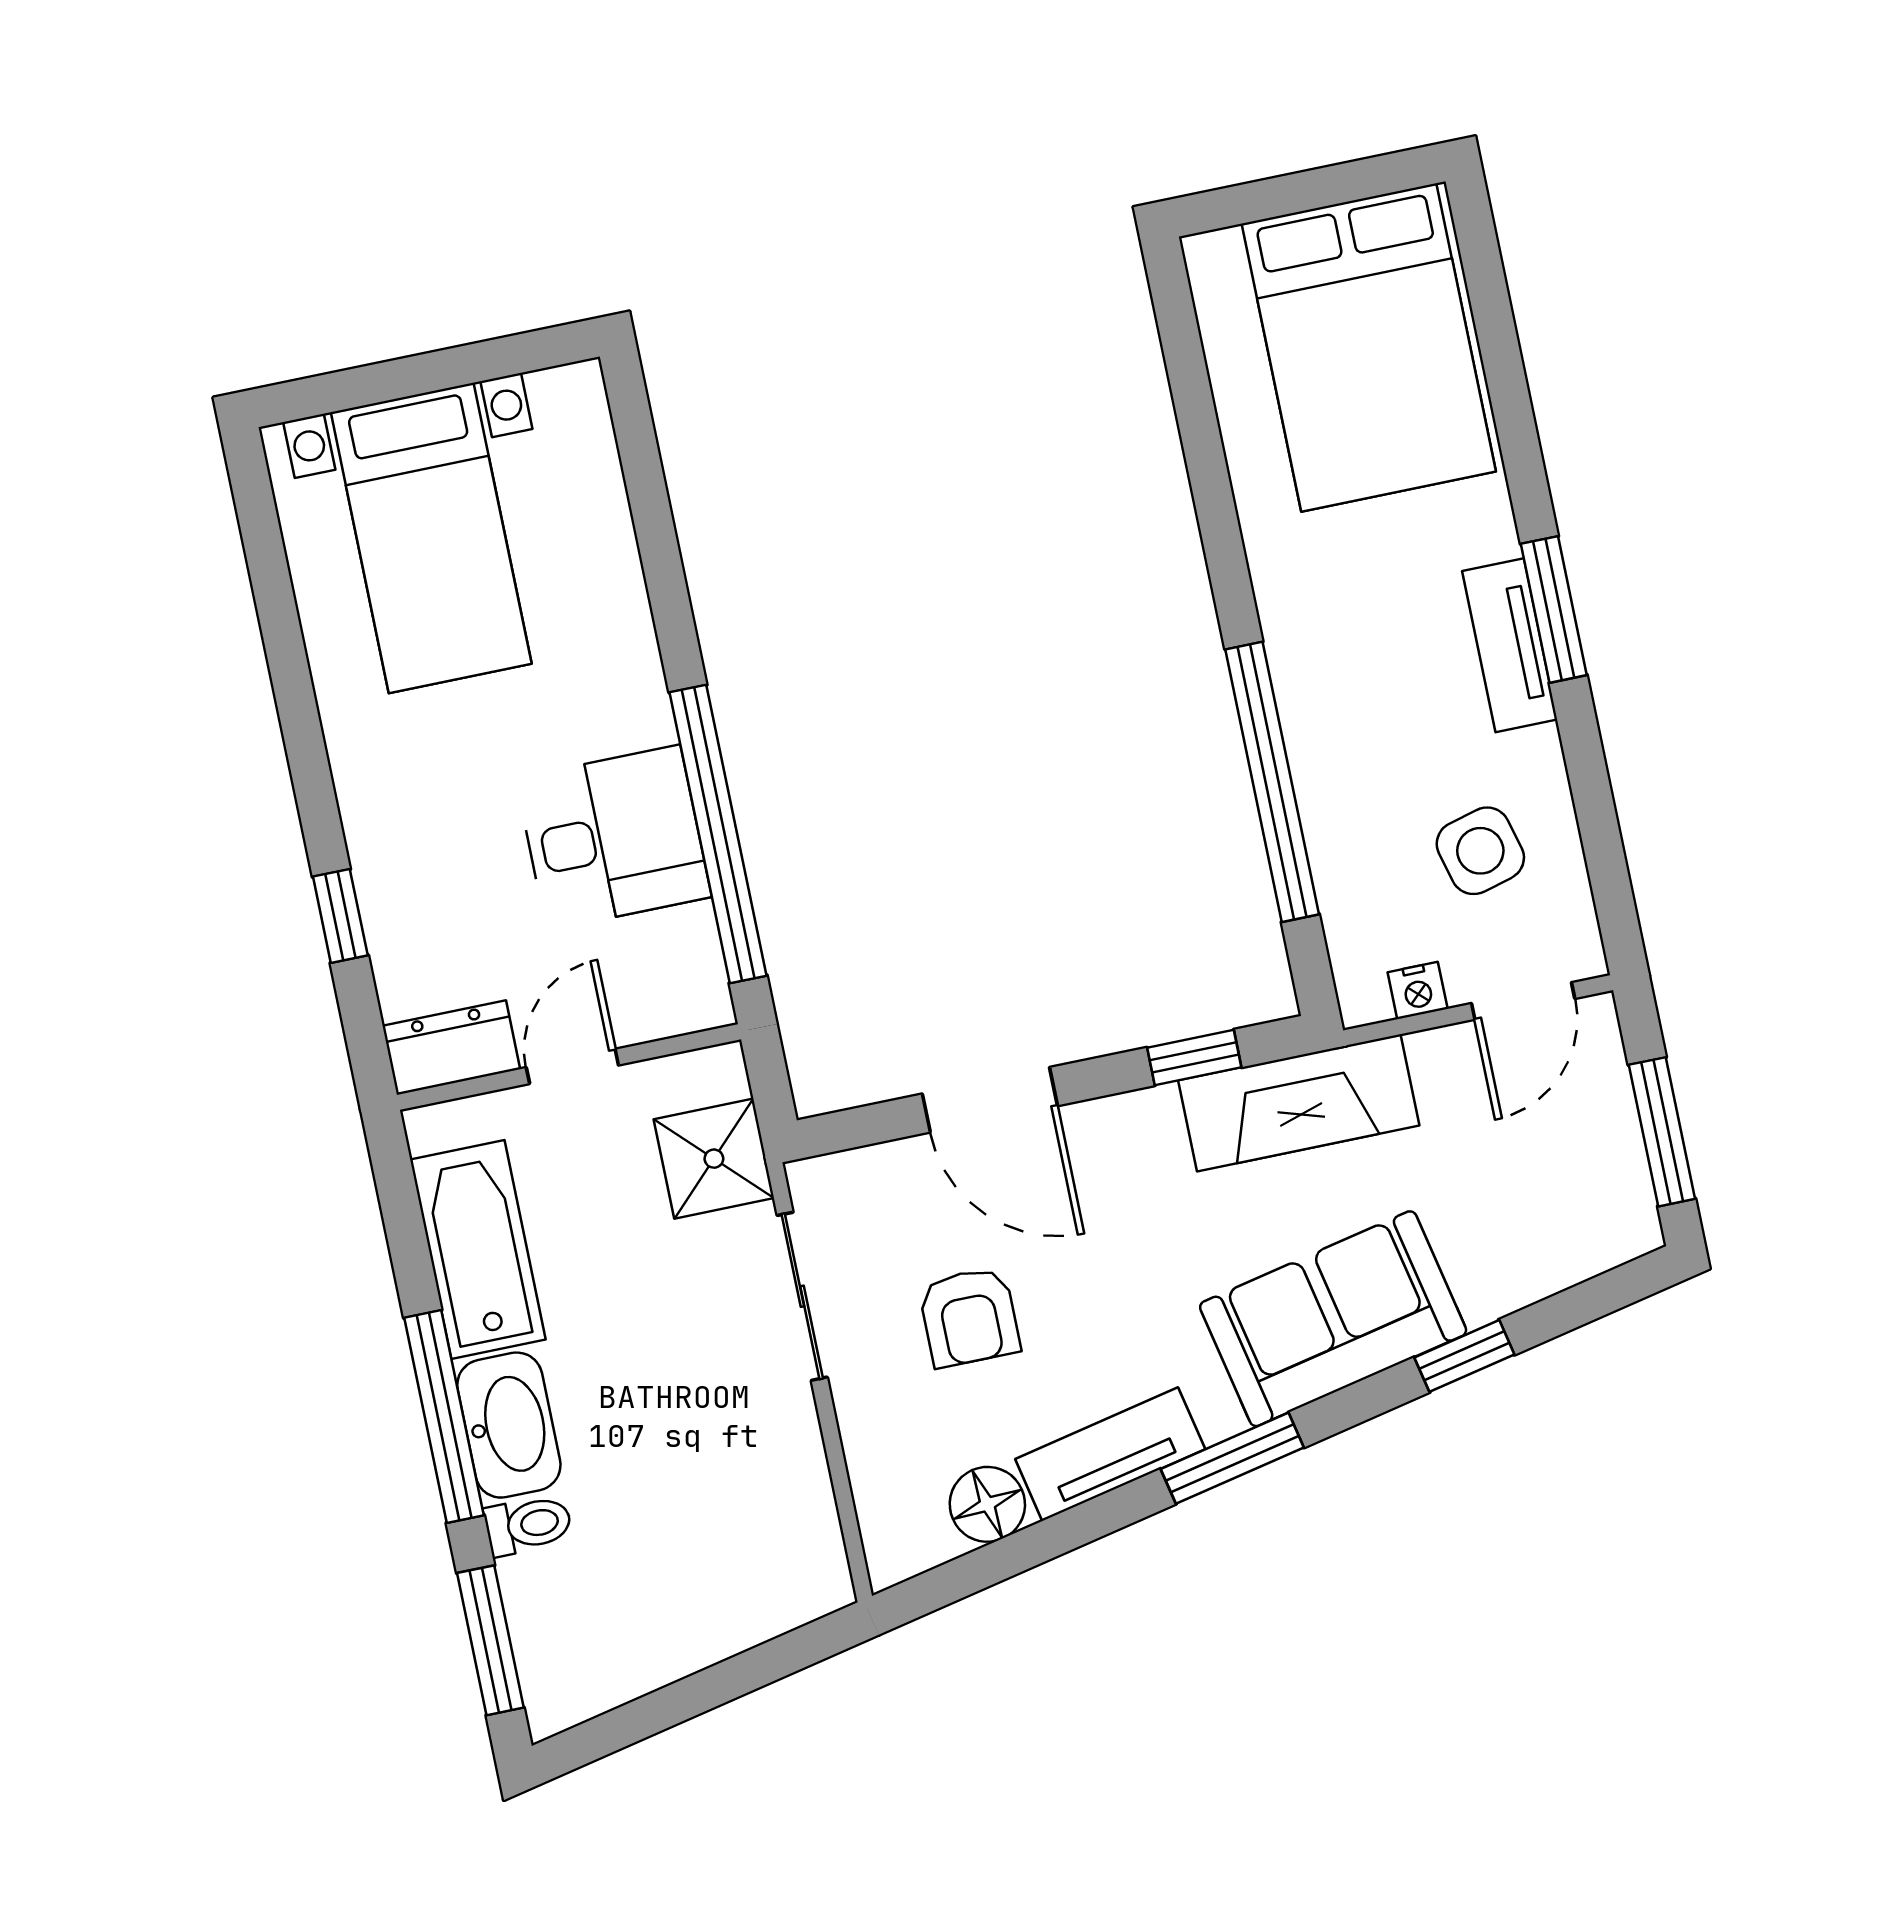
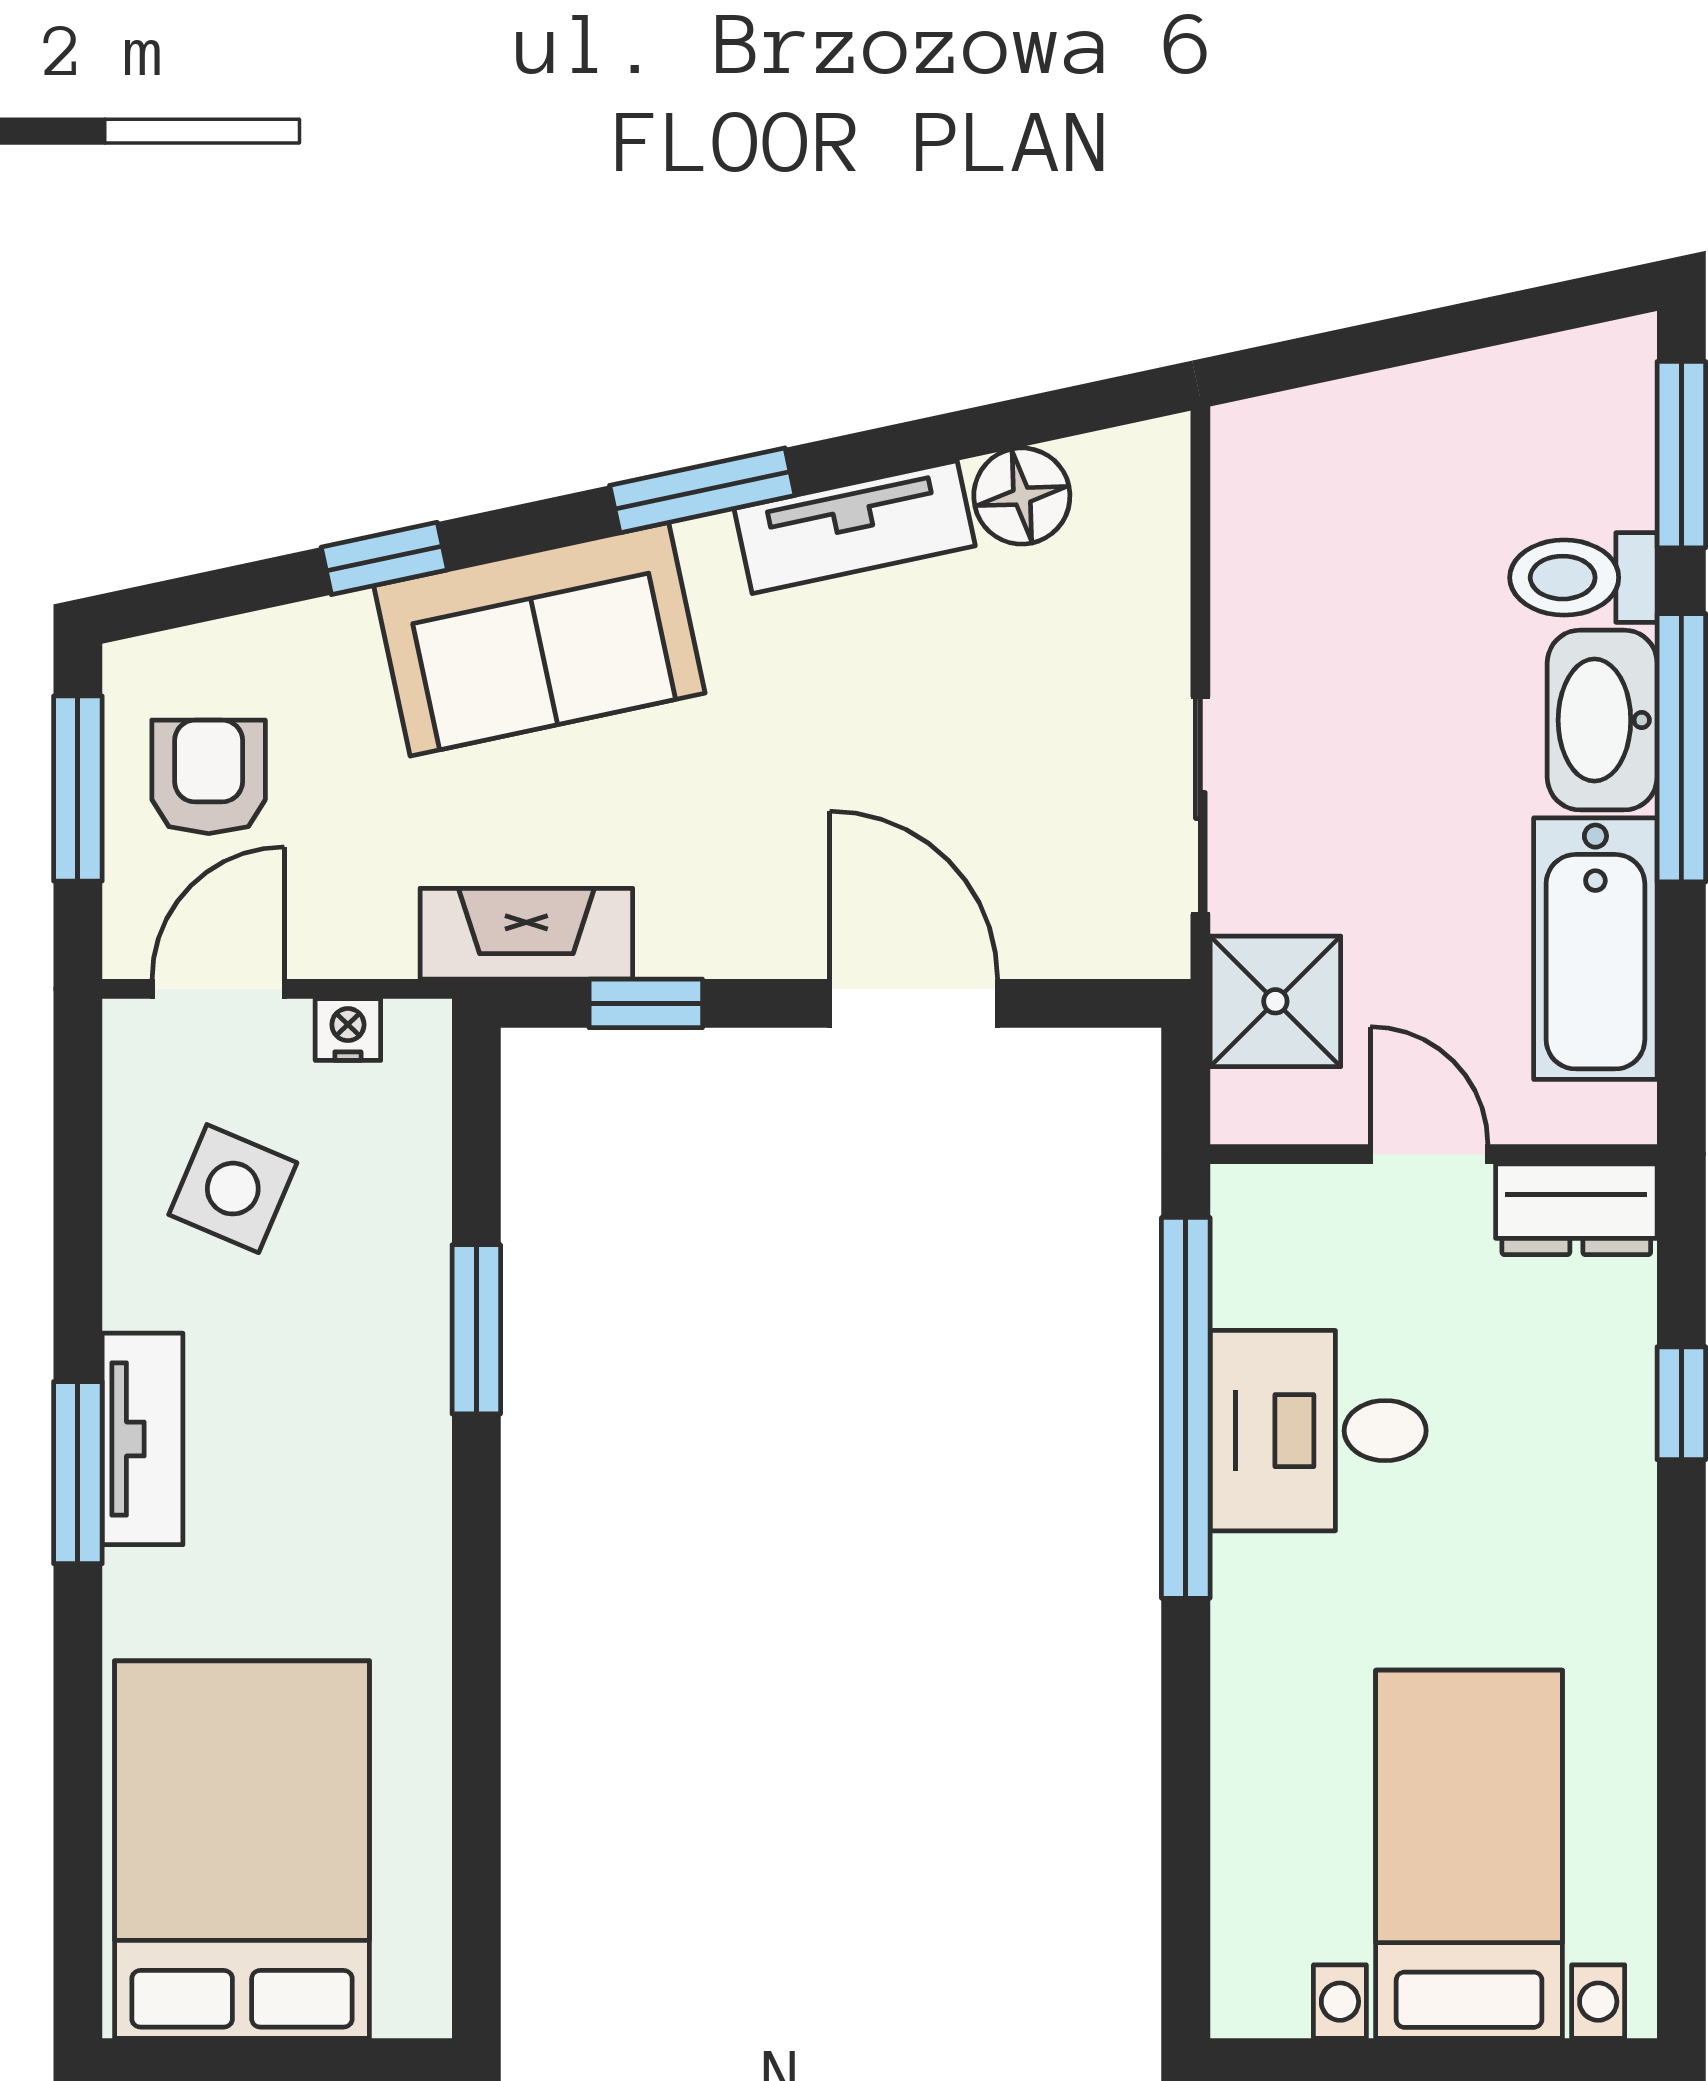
window: (1272, 782) -> (476, 1329), width x0.47
side table: (1480, 851) -> (233, 1189), turned 38
door: (572, 1066) -> (1429, 1154), swing flipped
fireplace: (1299, 1103) -> (526, 934), width x0.73, depth x0.76
armchair: (969, 1317) -> (209, 777), moved
toilet: (528, 1525) -> (1583, 578), width x1.37, depth x1.39

